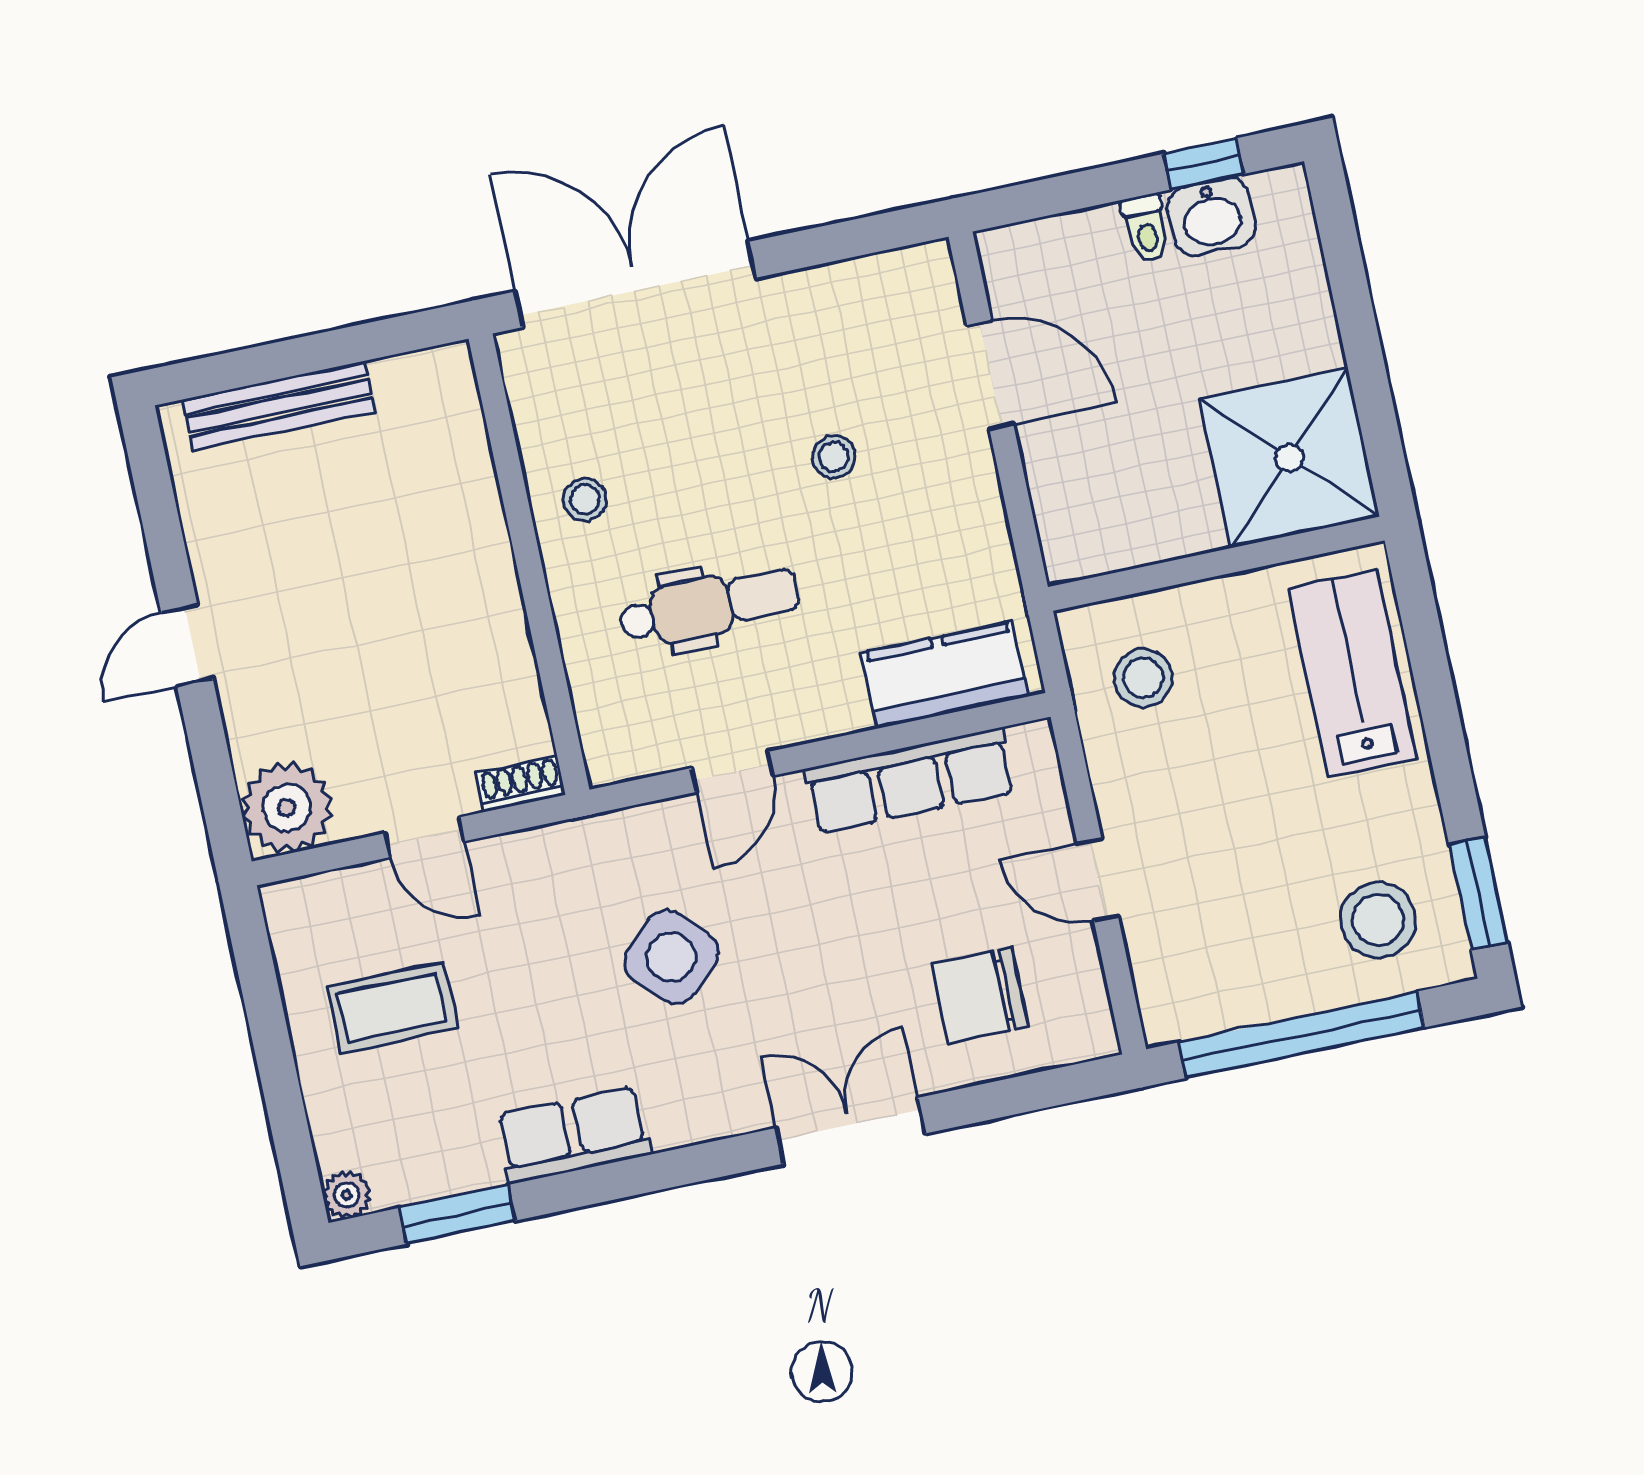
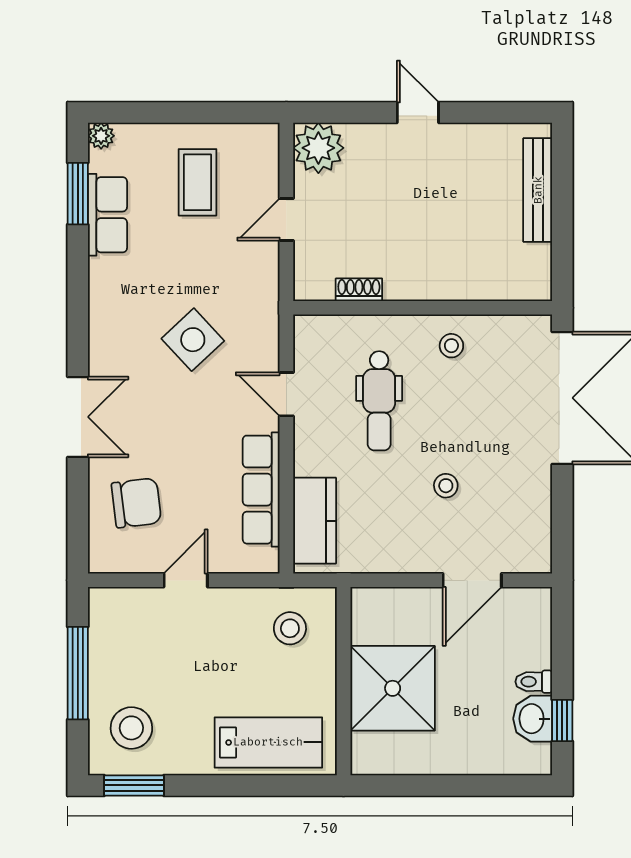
shower: (1289, 458) -> (393, 688), moved
shoe rack: (520, 784) -> (359, 290), moved, turned -90
chair: (980, 995) -> (136, 503), turned 83
window: (1301, 1035) -> (78, 673), width x0.68
row of seats: (573, 1135) -> (107, 215), moved

